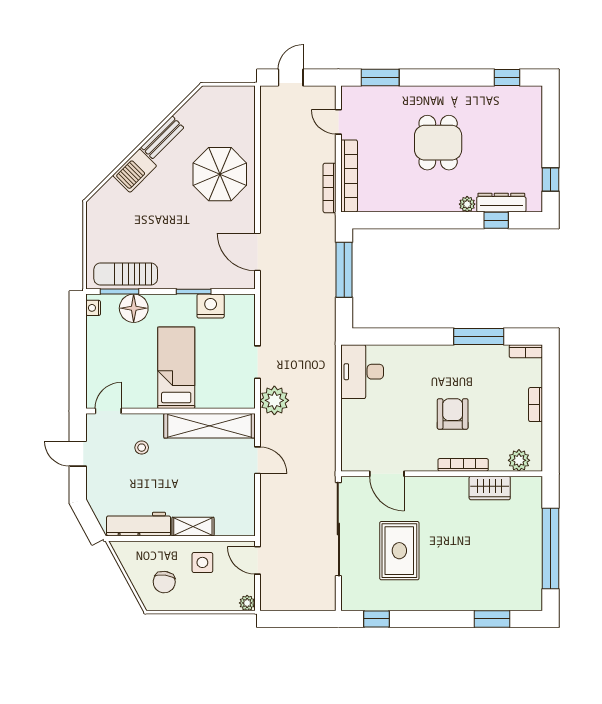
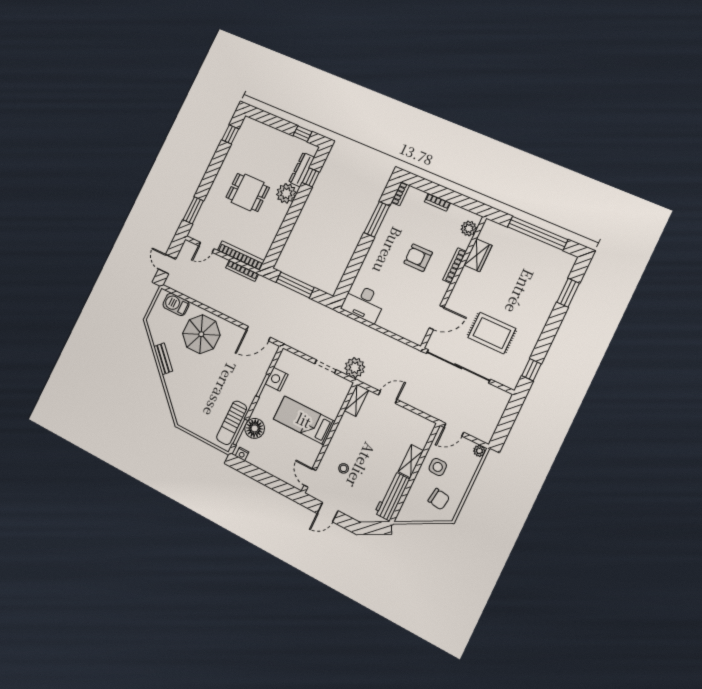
barbecue: (135, 171) -> (176, 304), moved, turned 135
plant: (467, 204) -> (286, 193), width x1.88, depth x1.88
shelving: (209, 426) -> (356, 400), width x0.45, depth x0.75

